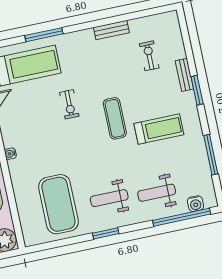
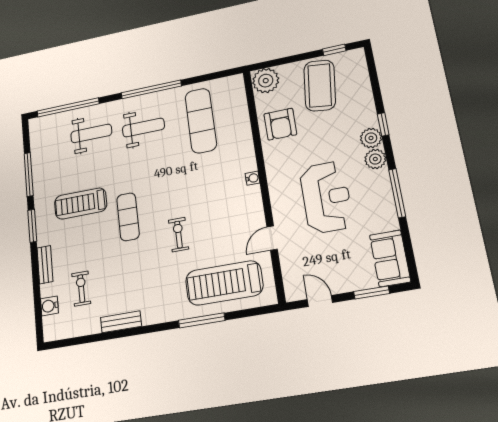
exercise bike: (149, 56) -> (81, 289), turned 180
window: (197, 90) -> (32, 226), moved
exercise mat: (58, 204) -> (201, 121), width x0.68
water cooler: (195, 204) -> (49, 306), moved, turned -90
window: (106, 233) -> (151, 89), width x2.11

